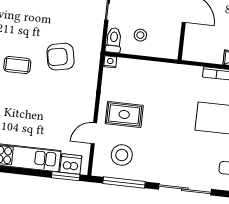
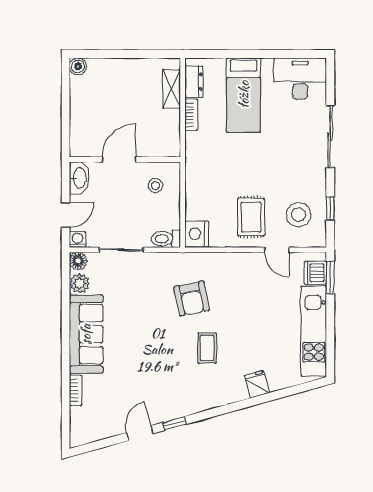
stool: (140, 35) -> (155, 186), moved
nightstand: (110, 62) -> (197, 234), width x1.89, depth x1.79
window: (124, 183) -> (330, 208), width x0.46

